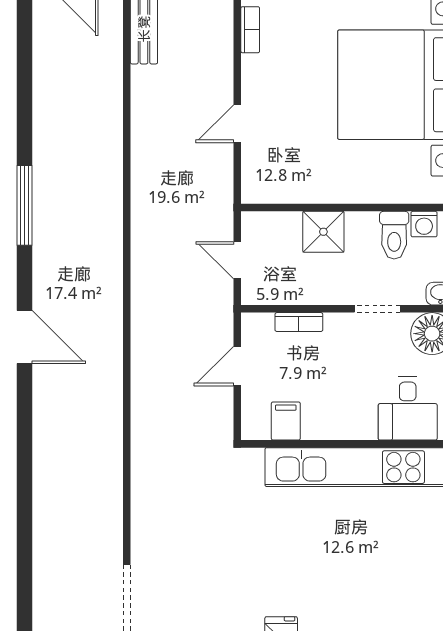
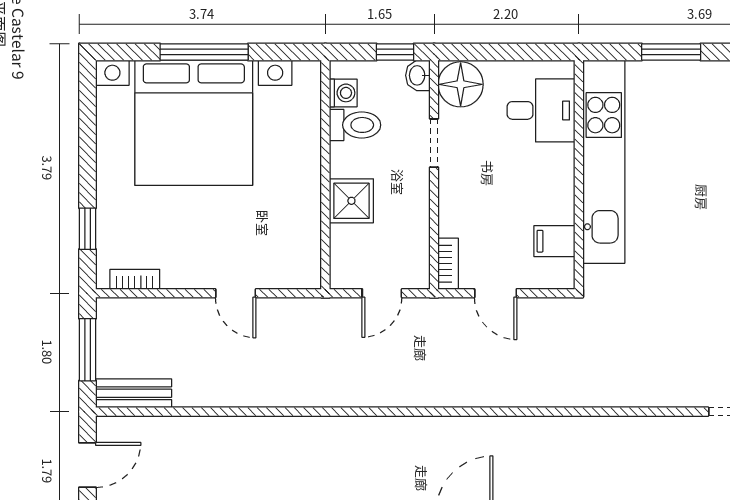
bookcase: (299, 322) -> (448, 264), moved

